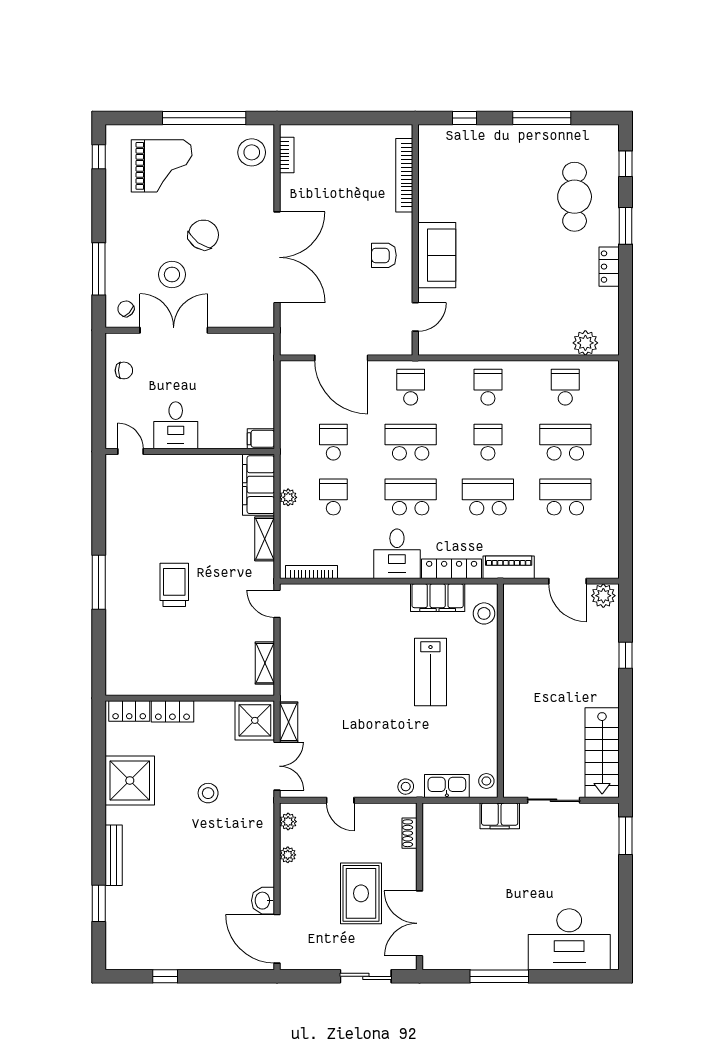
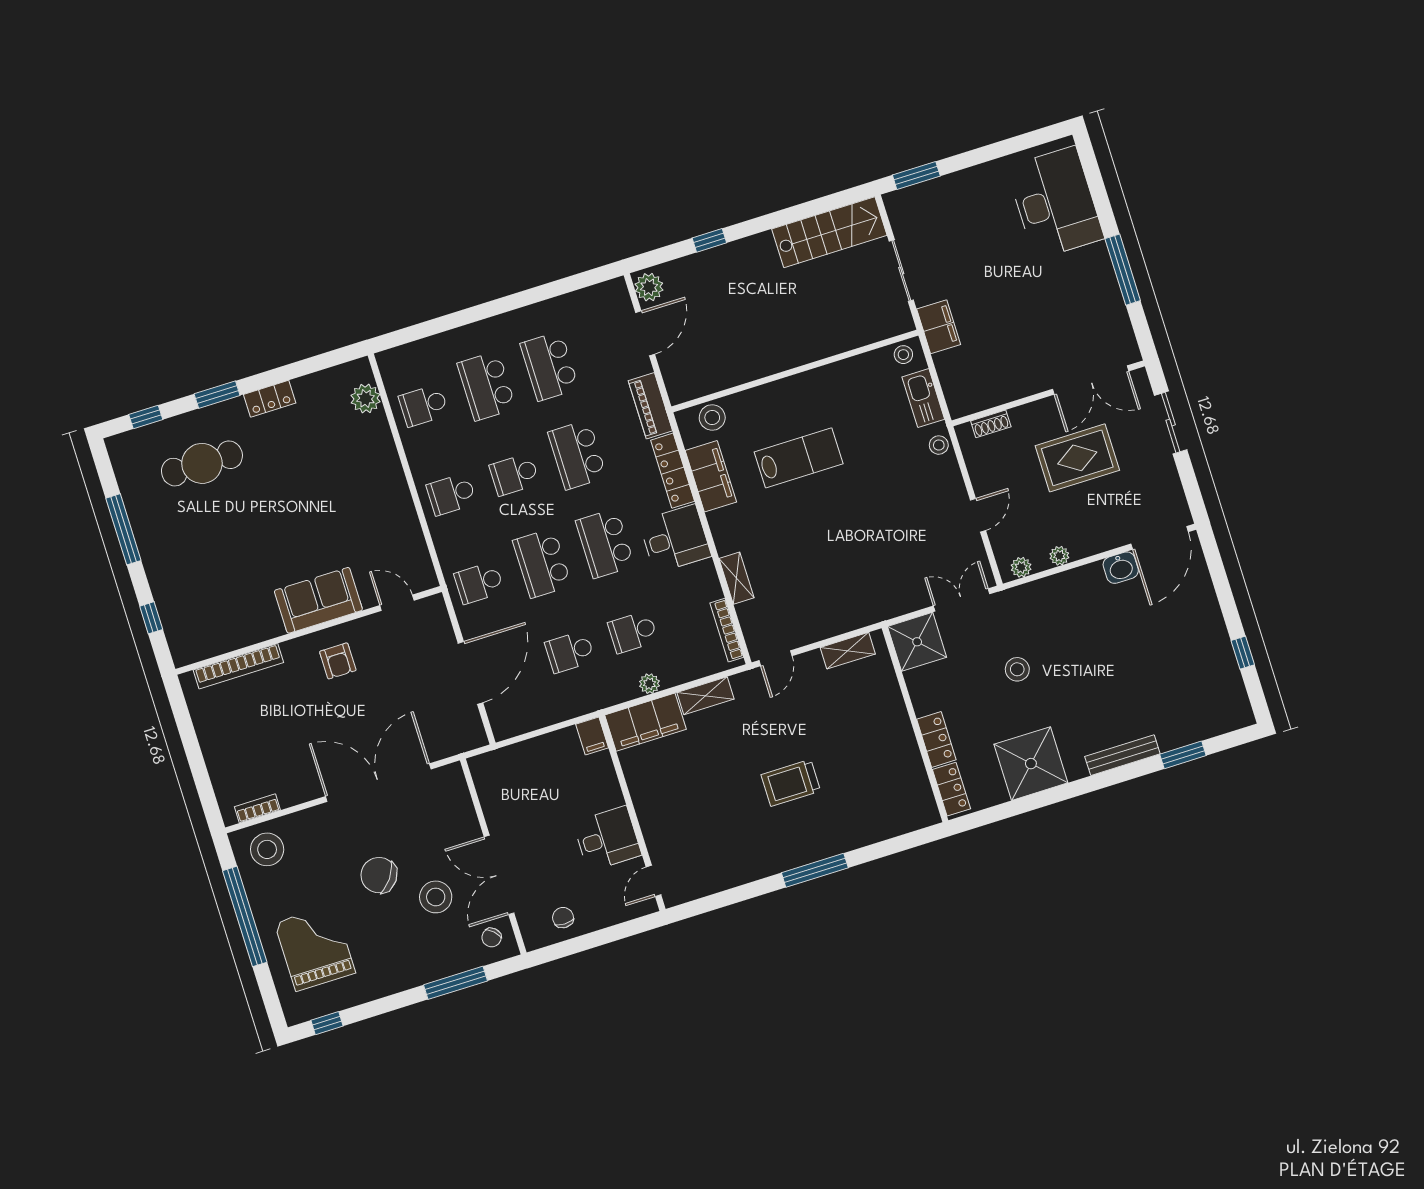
shelving: (289, 722) -> (737, 578), moved, turned 90

